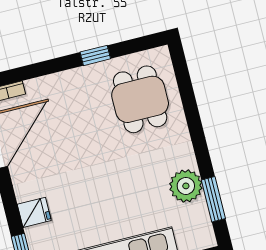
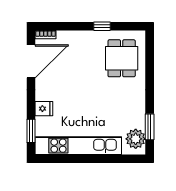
plant: (186, 186) -> (136, 139), moved

